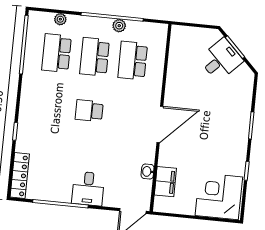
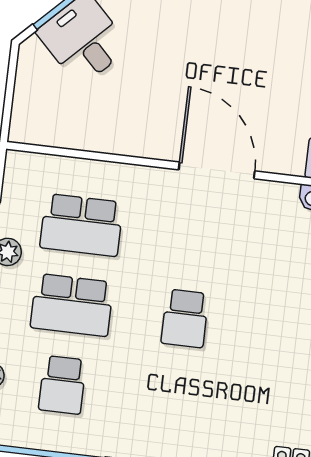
school desk: (56, 53) -> (62, 385), width x0.54

